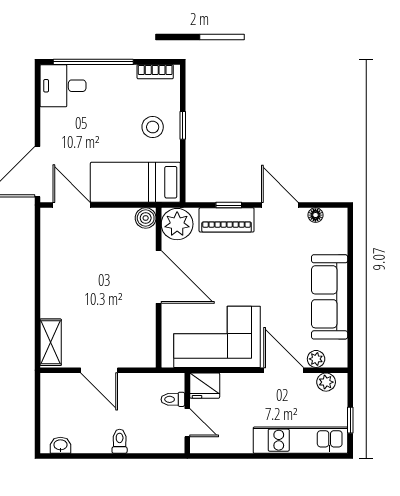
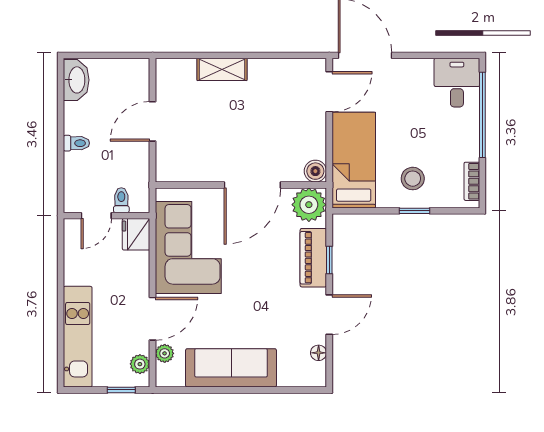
shelving: (51, 342) -> (222, 69), moved
window: (350, 420) -> (121, 390), moved
washbasin: (60, 445) -> (76, 80), width x1.91, depth x1.45

